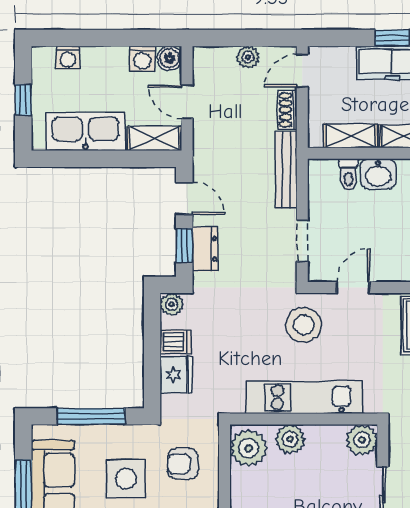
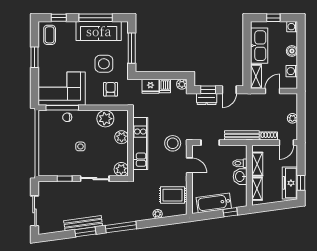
washing machine: (68, 58) -> (292, 27), moved
boiler: (169, 58) -> (292, 51), moved
door: (302, 71) -> (286, 143), swing flipped
plant: (249, 448) -> (105, 119), moved

